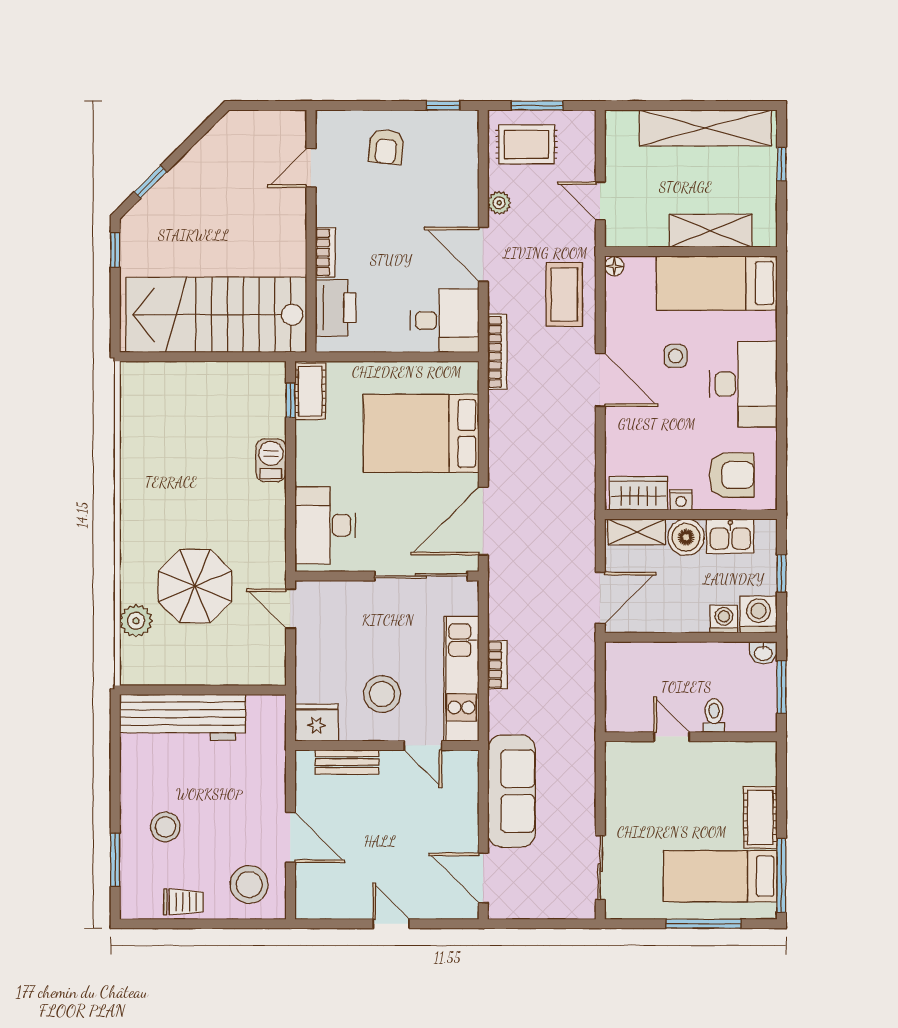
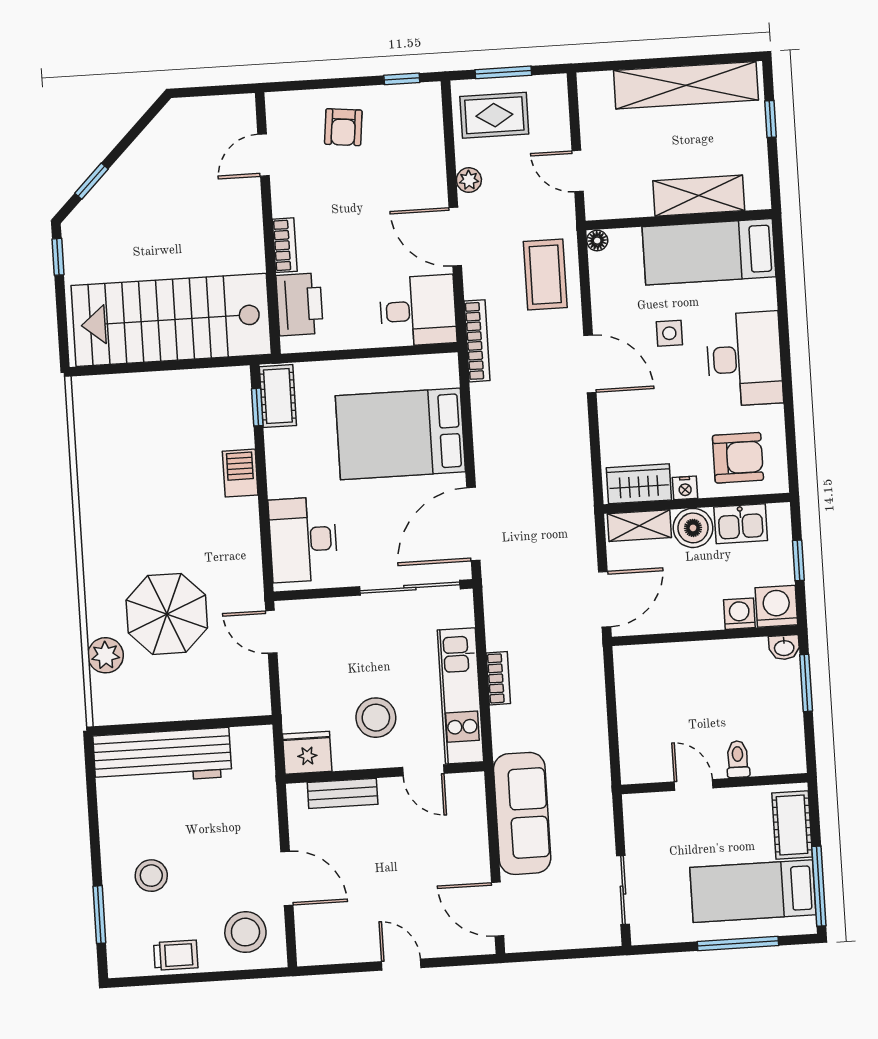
toilet: (714, 715) -> (738, 759), moved
door: (672, 737) -> (694, 785), moved
wall: (691, 737) -> (714, 784), moved

